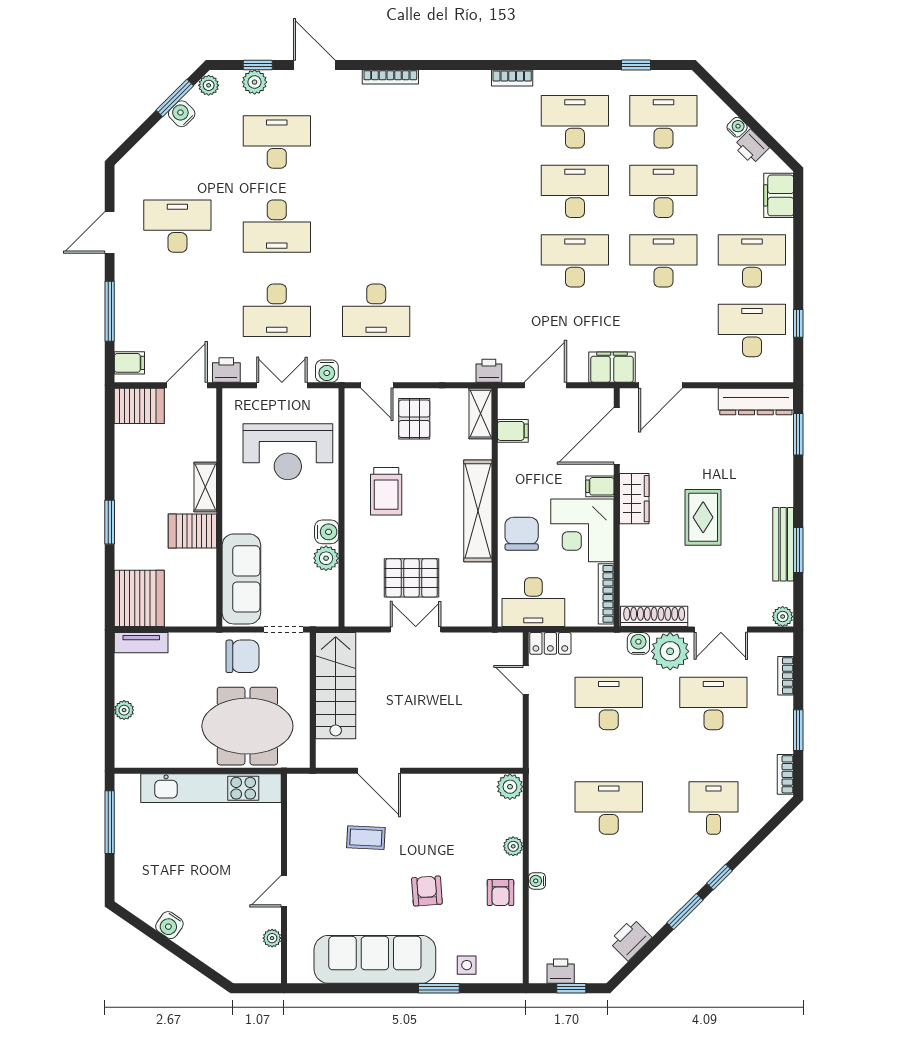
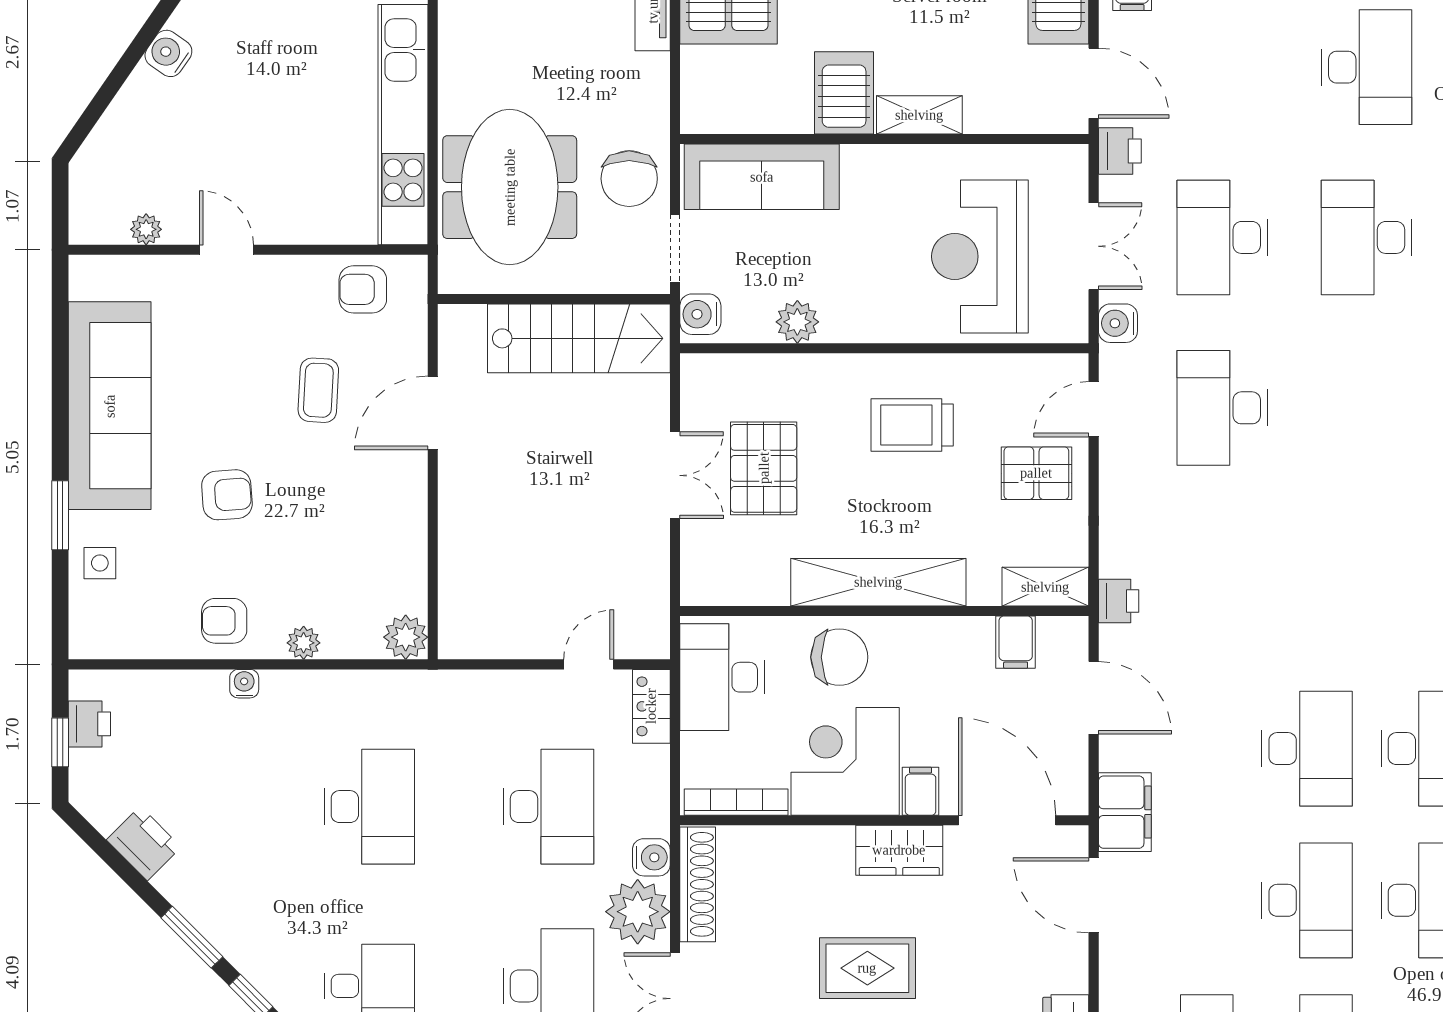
water cooler: (327, 532) -> (700, 314), moved, turned 90
armchair: (307, 812) -> (363, 289), added

